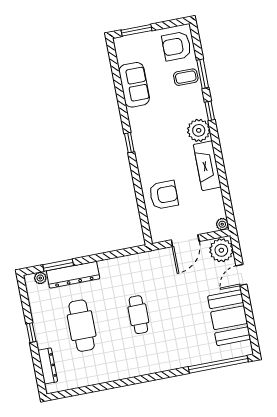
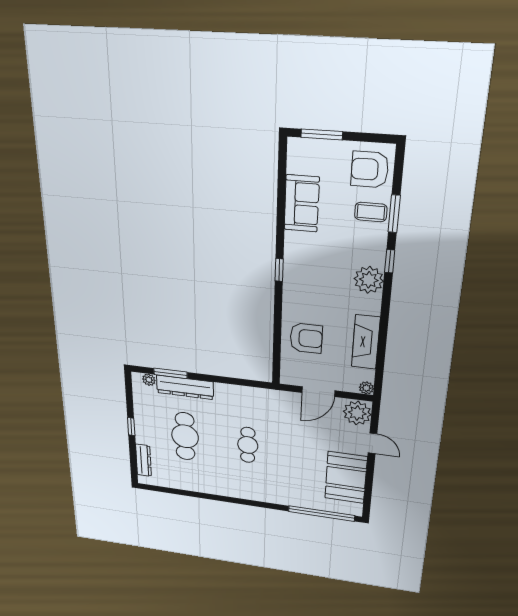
fireplace: (207, 166) -> (366, 342), moved
door: (241, 275) -> (373, 443), swing flipped

